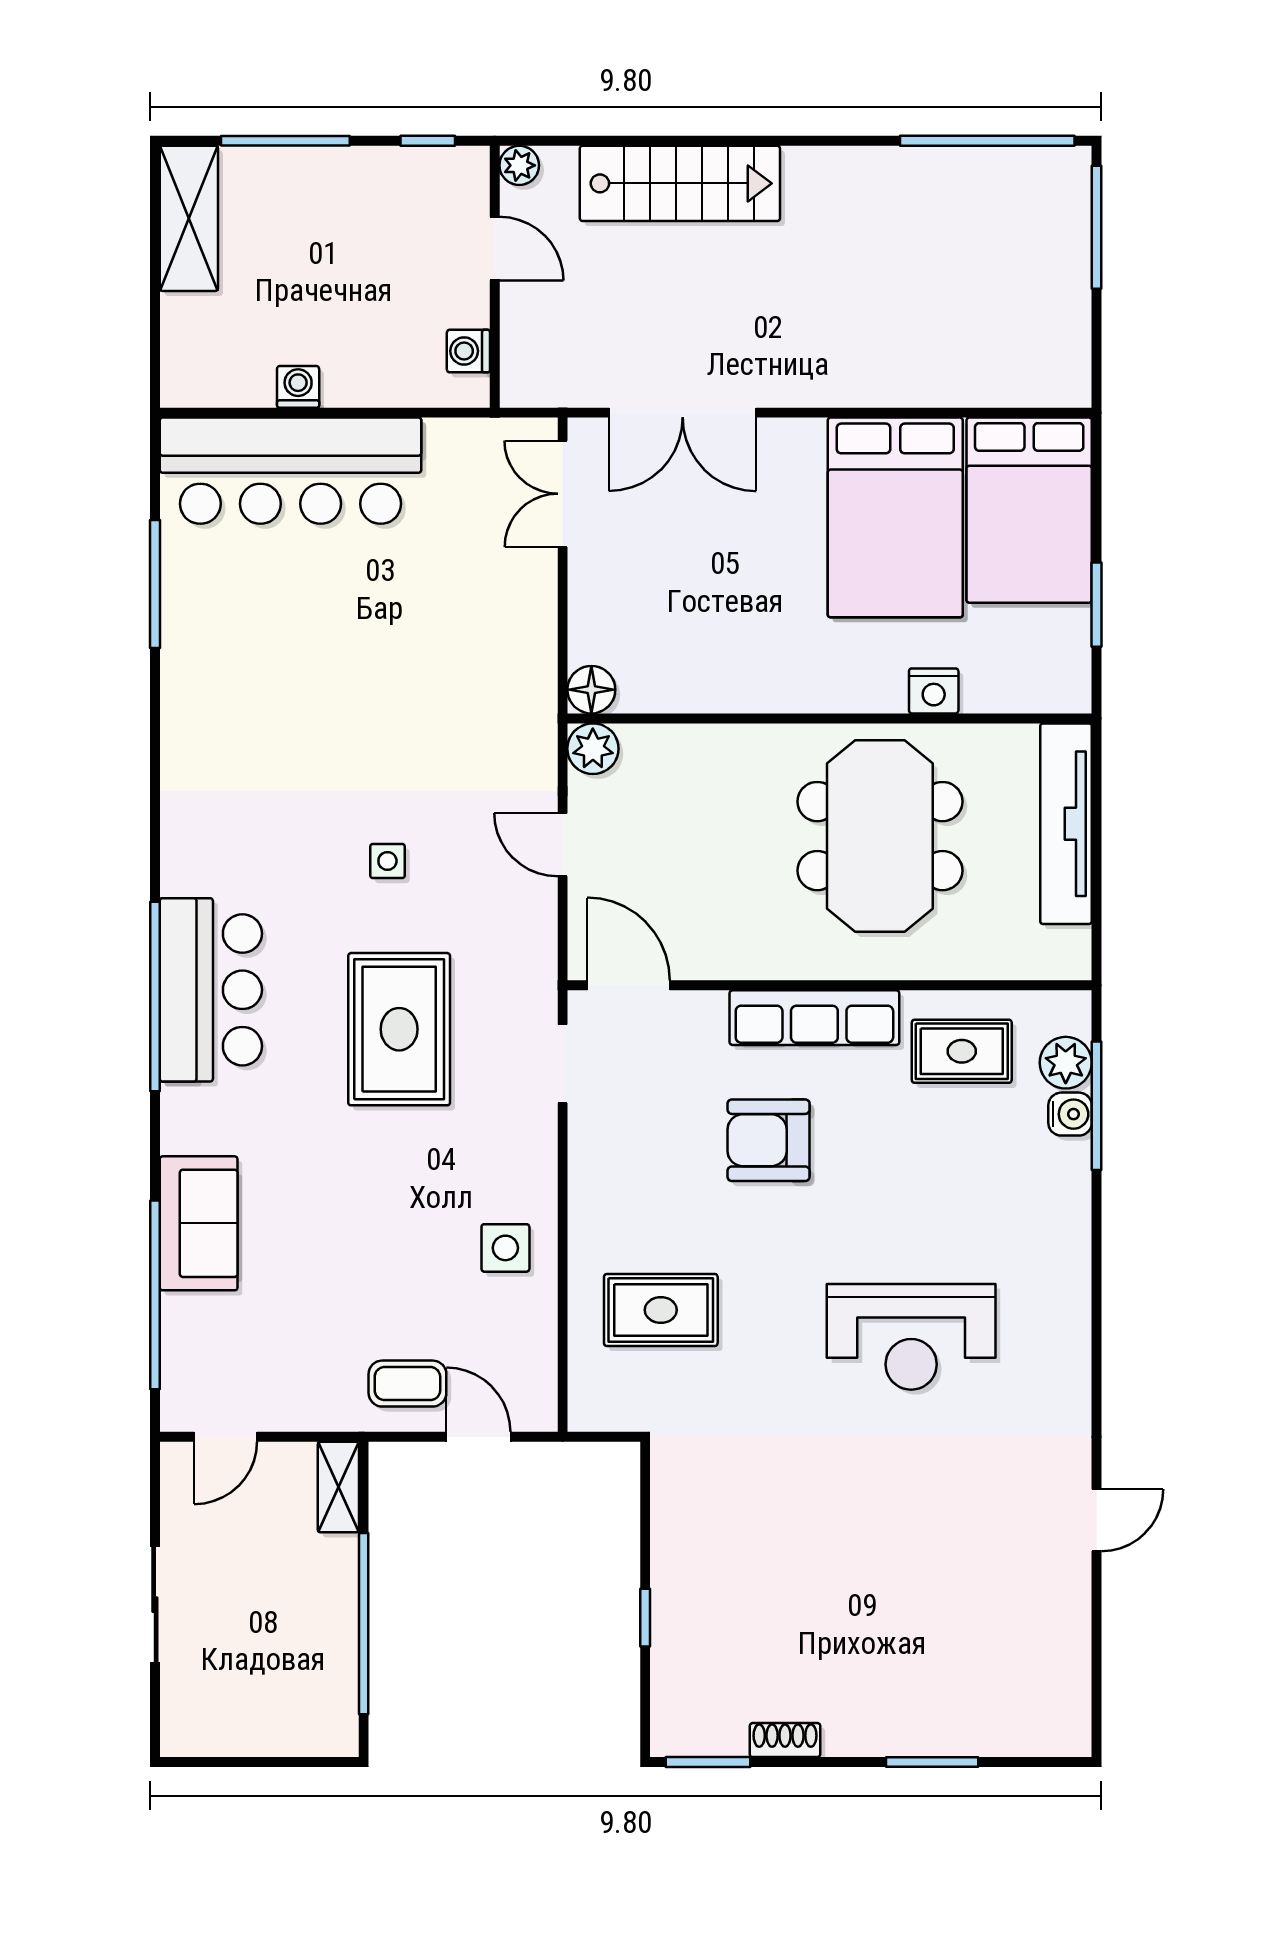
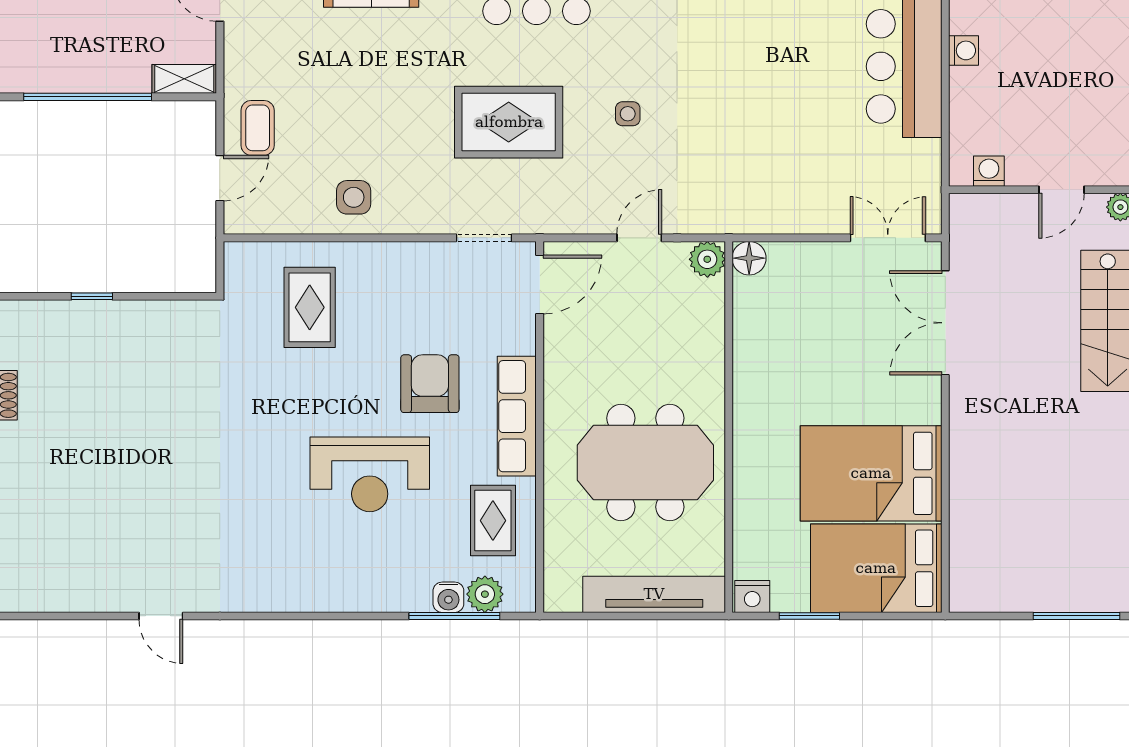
nightstand: (934, 691) -> (752, 597), moved, turned -90
reception desk: (911, 1337) -> (370, 474), moved, turned -90

